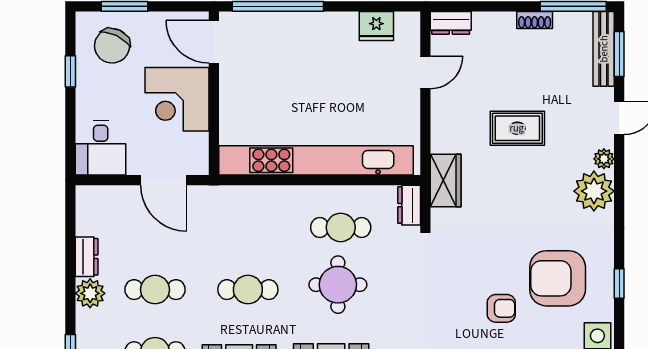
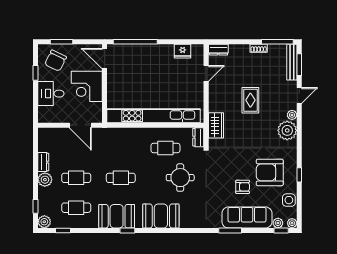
rug: (517, 128) -> (250, 100), turned 90
desk: (101, 148) -> (51, 94), moved, turned 90
round table: (338, 285) -> (180, 178), moved

